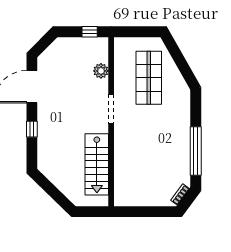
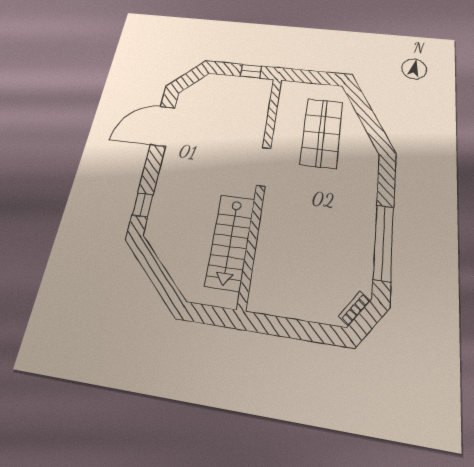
plant: (101, 71) -> (258, 117), removed
window: (32, 129) -> (143, 205), moved

